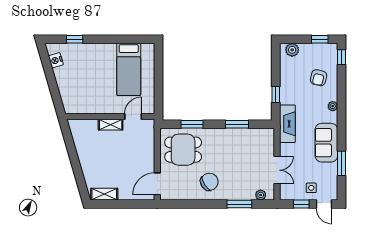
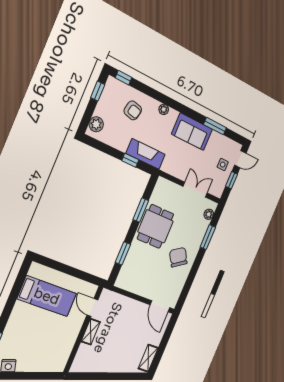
fireplace: (287, 124) -> (146, 154), moved
dining table: (183, 150) -> (156, 226), moved

